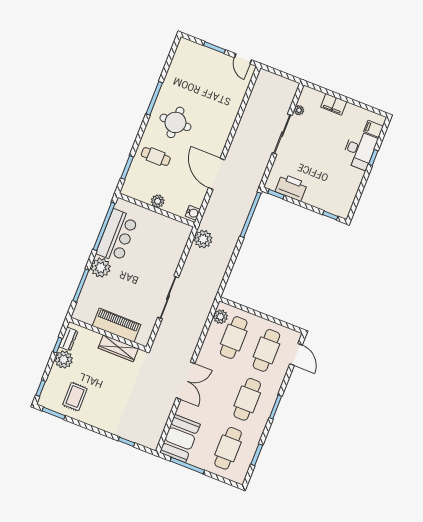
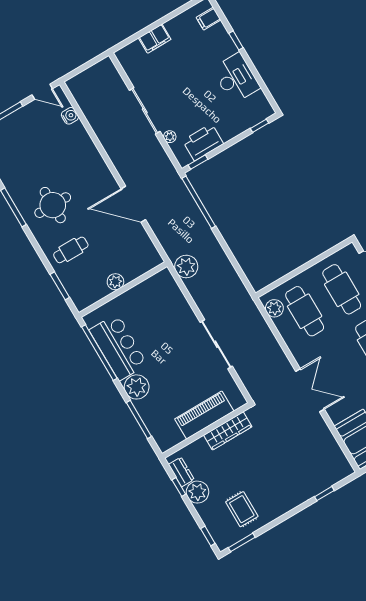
plant: (299, 110) -> (170, 137), moved
desk: (359, 150) -> (236, 78), moved
water cooler: (193, 213) -> (70, 116), moved

